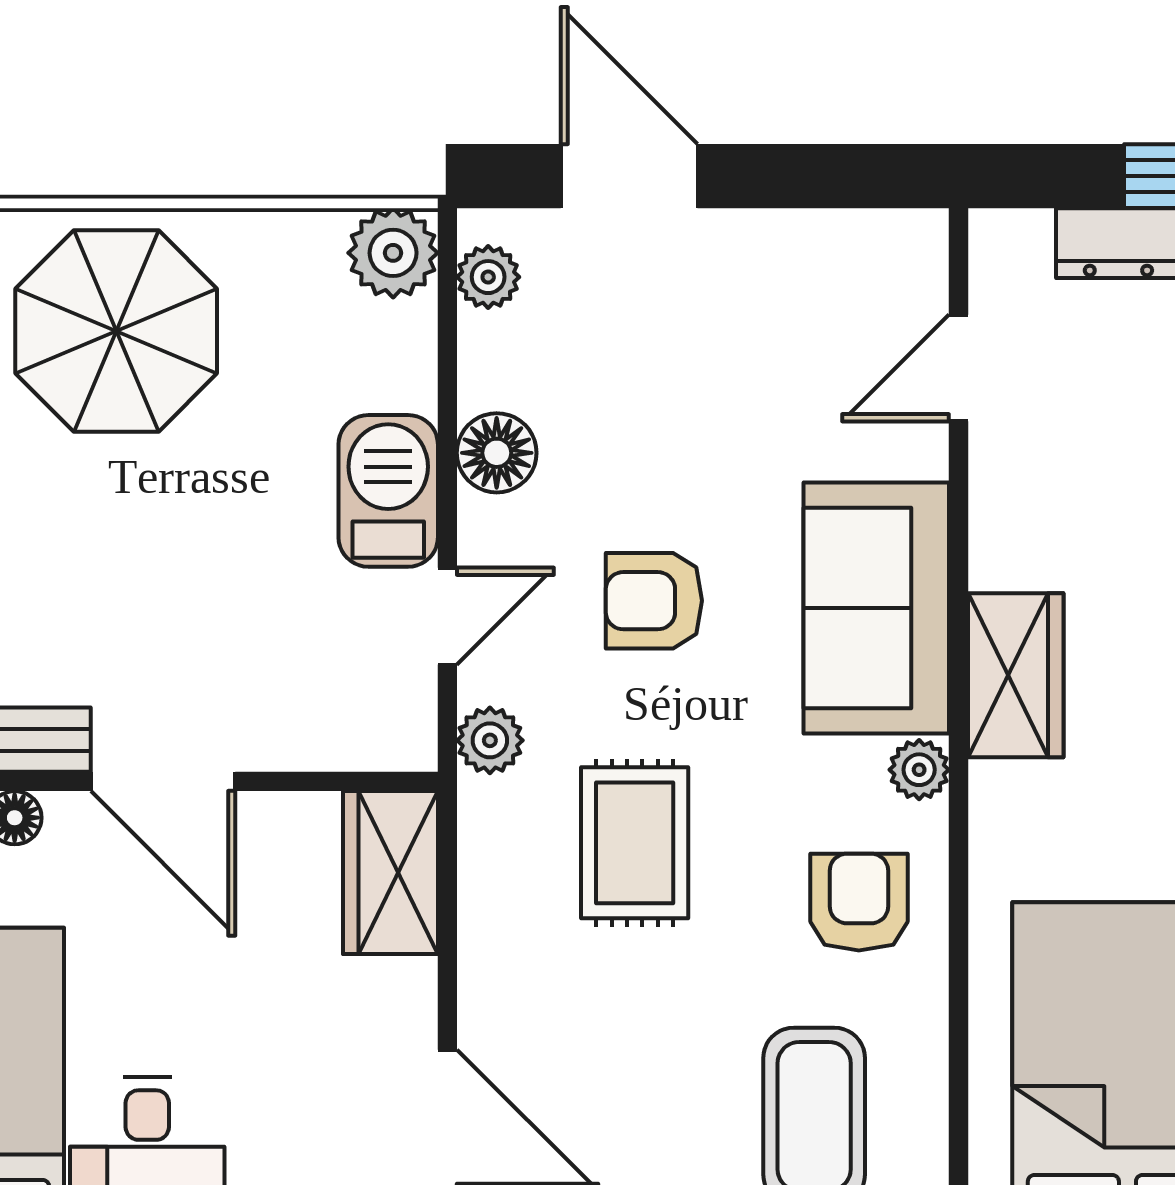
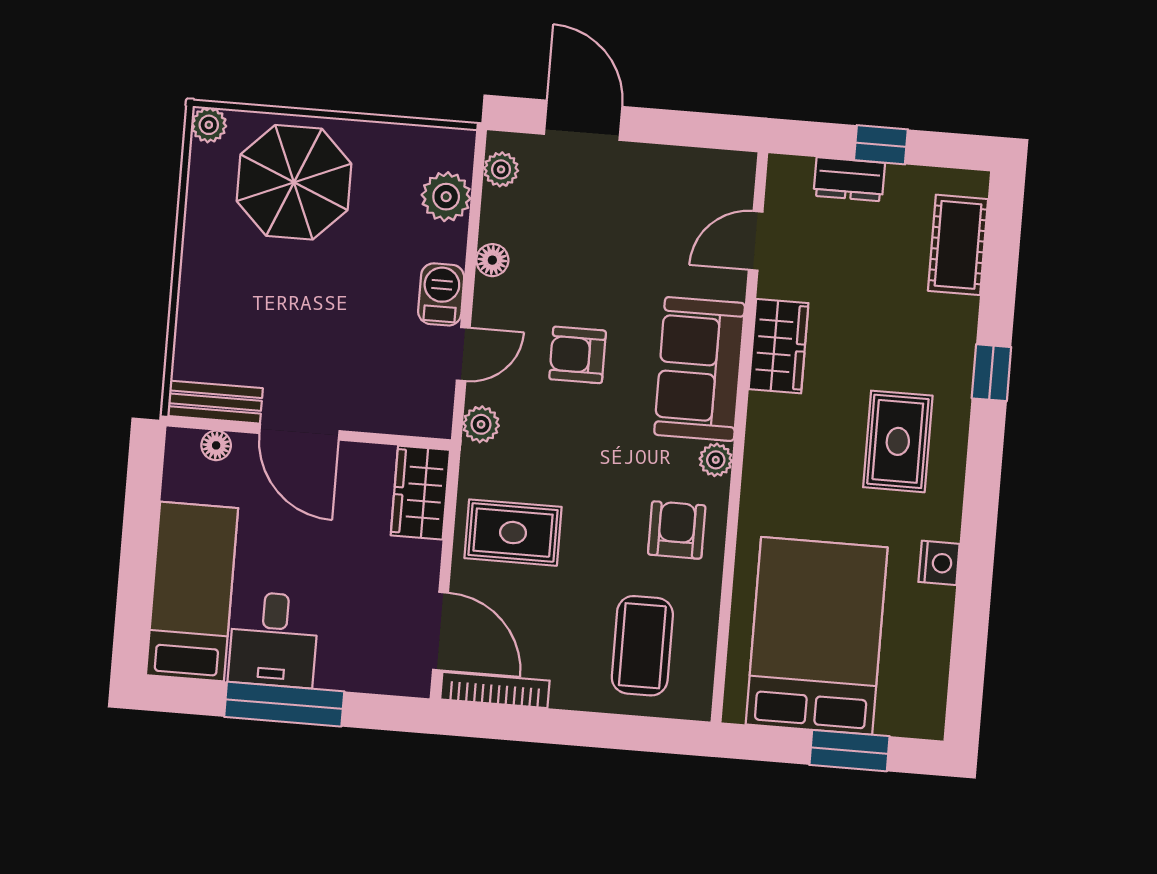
plant: (393, 253) -> (446, 197), moved
floor lamp: (497, 453) -> (492, 260), width x0.73, depth x0.73
barbecue: (388, 491) -> (441, 294), width x0.73, depth x0.79
wardrobe: (1016, 675) -> (779, 346), moved
rug: (635, 843) -> (513, 533), moved, turned 90

